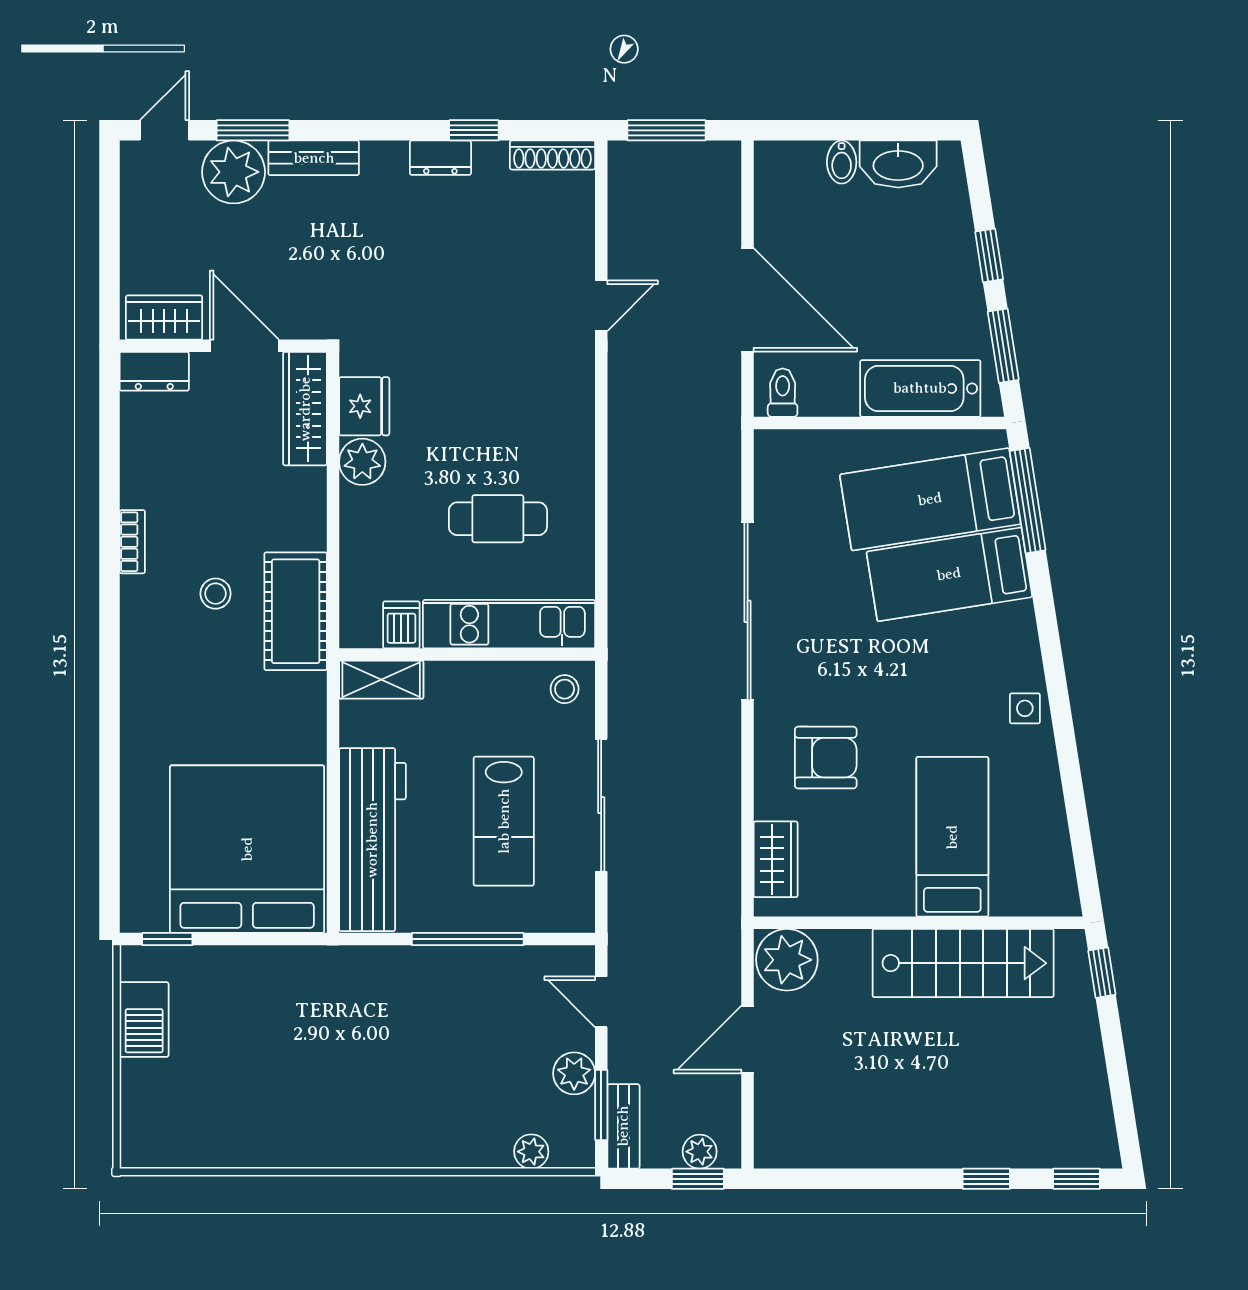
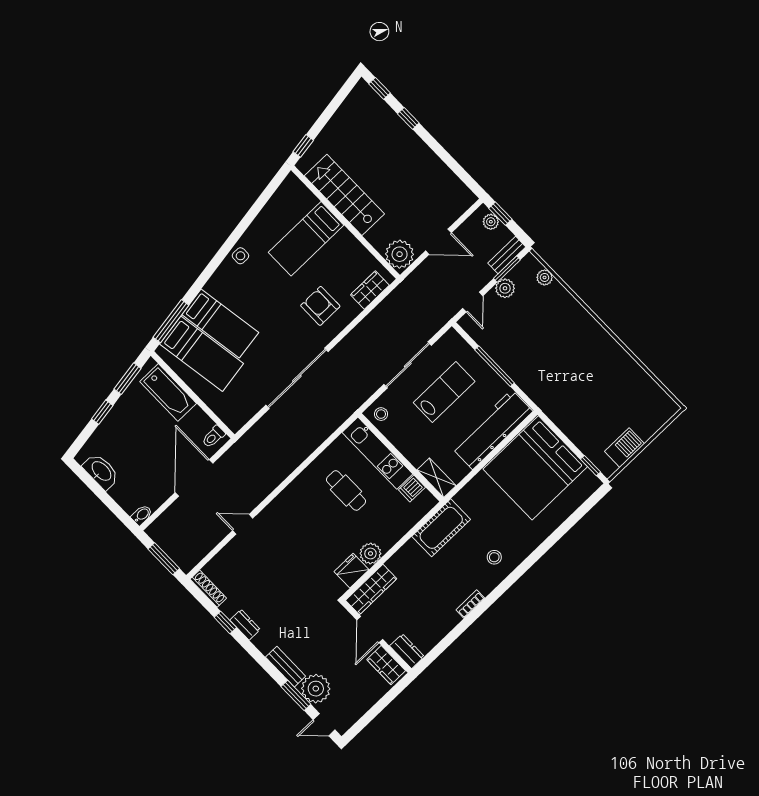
bidet: (842, 162) -> (142, 515), moved
stool: (216, 594) -> (494, 557), moved

